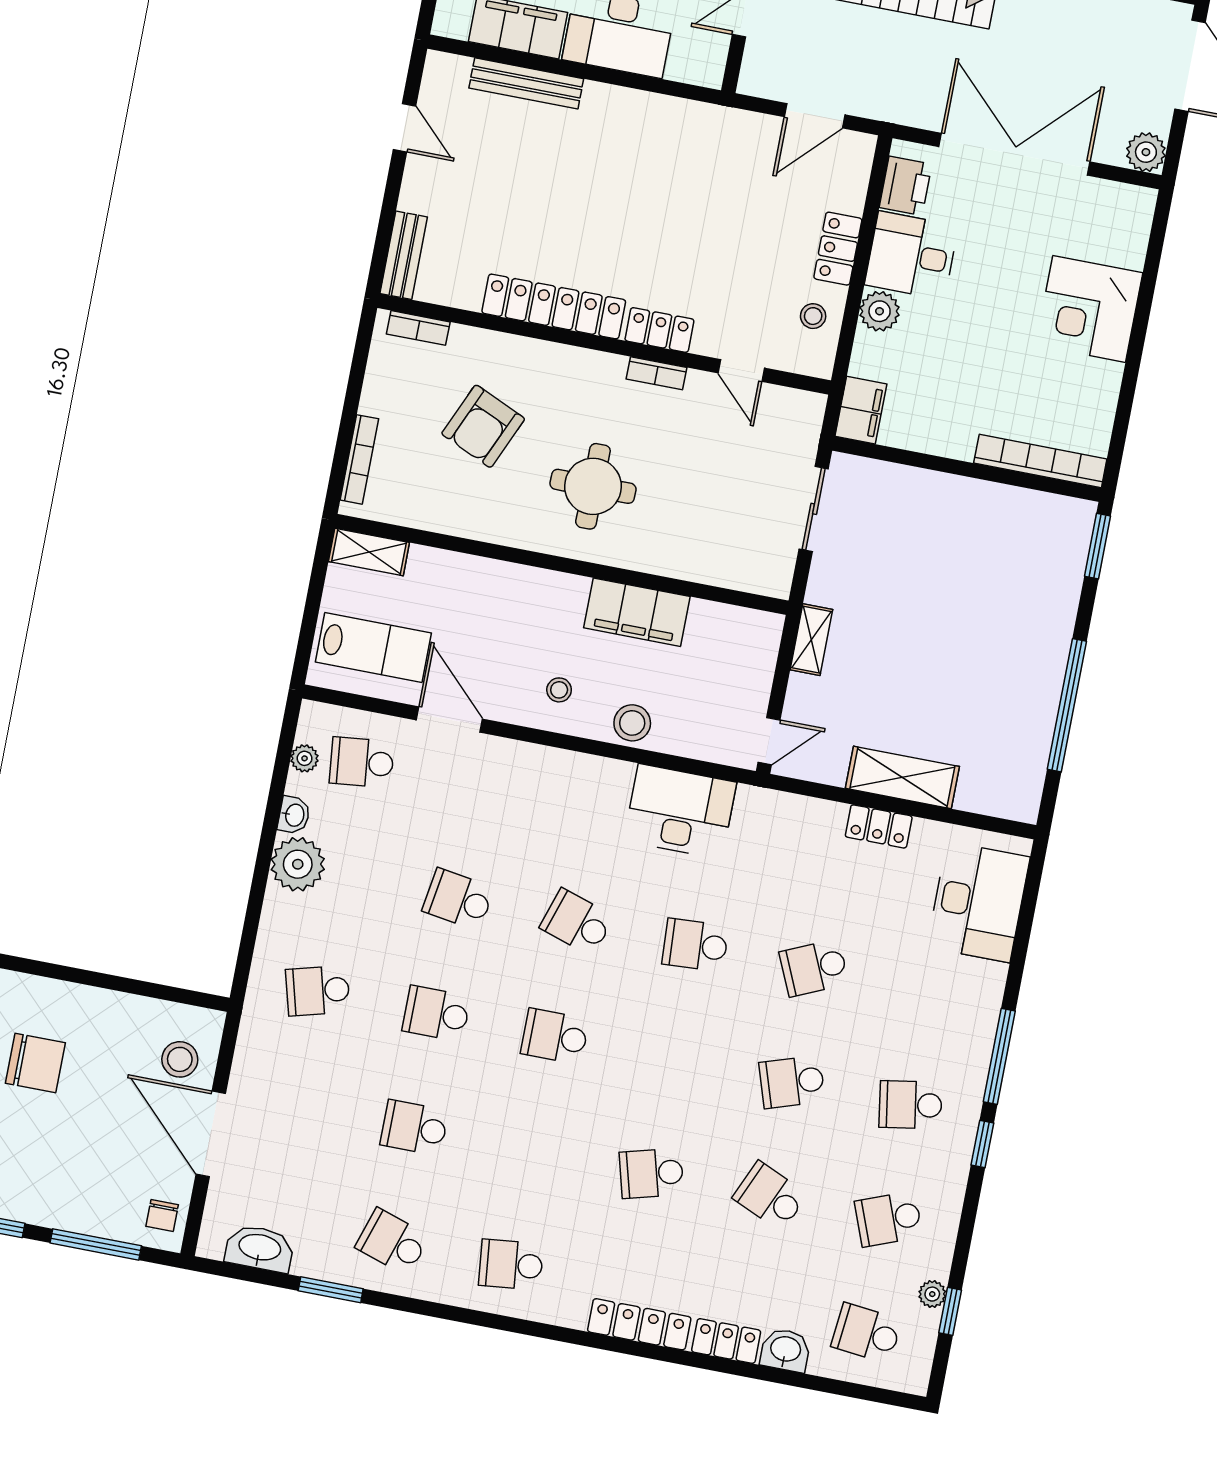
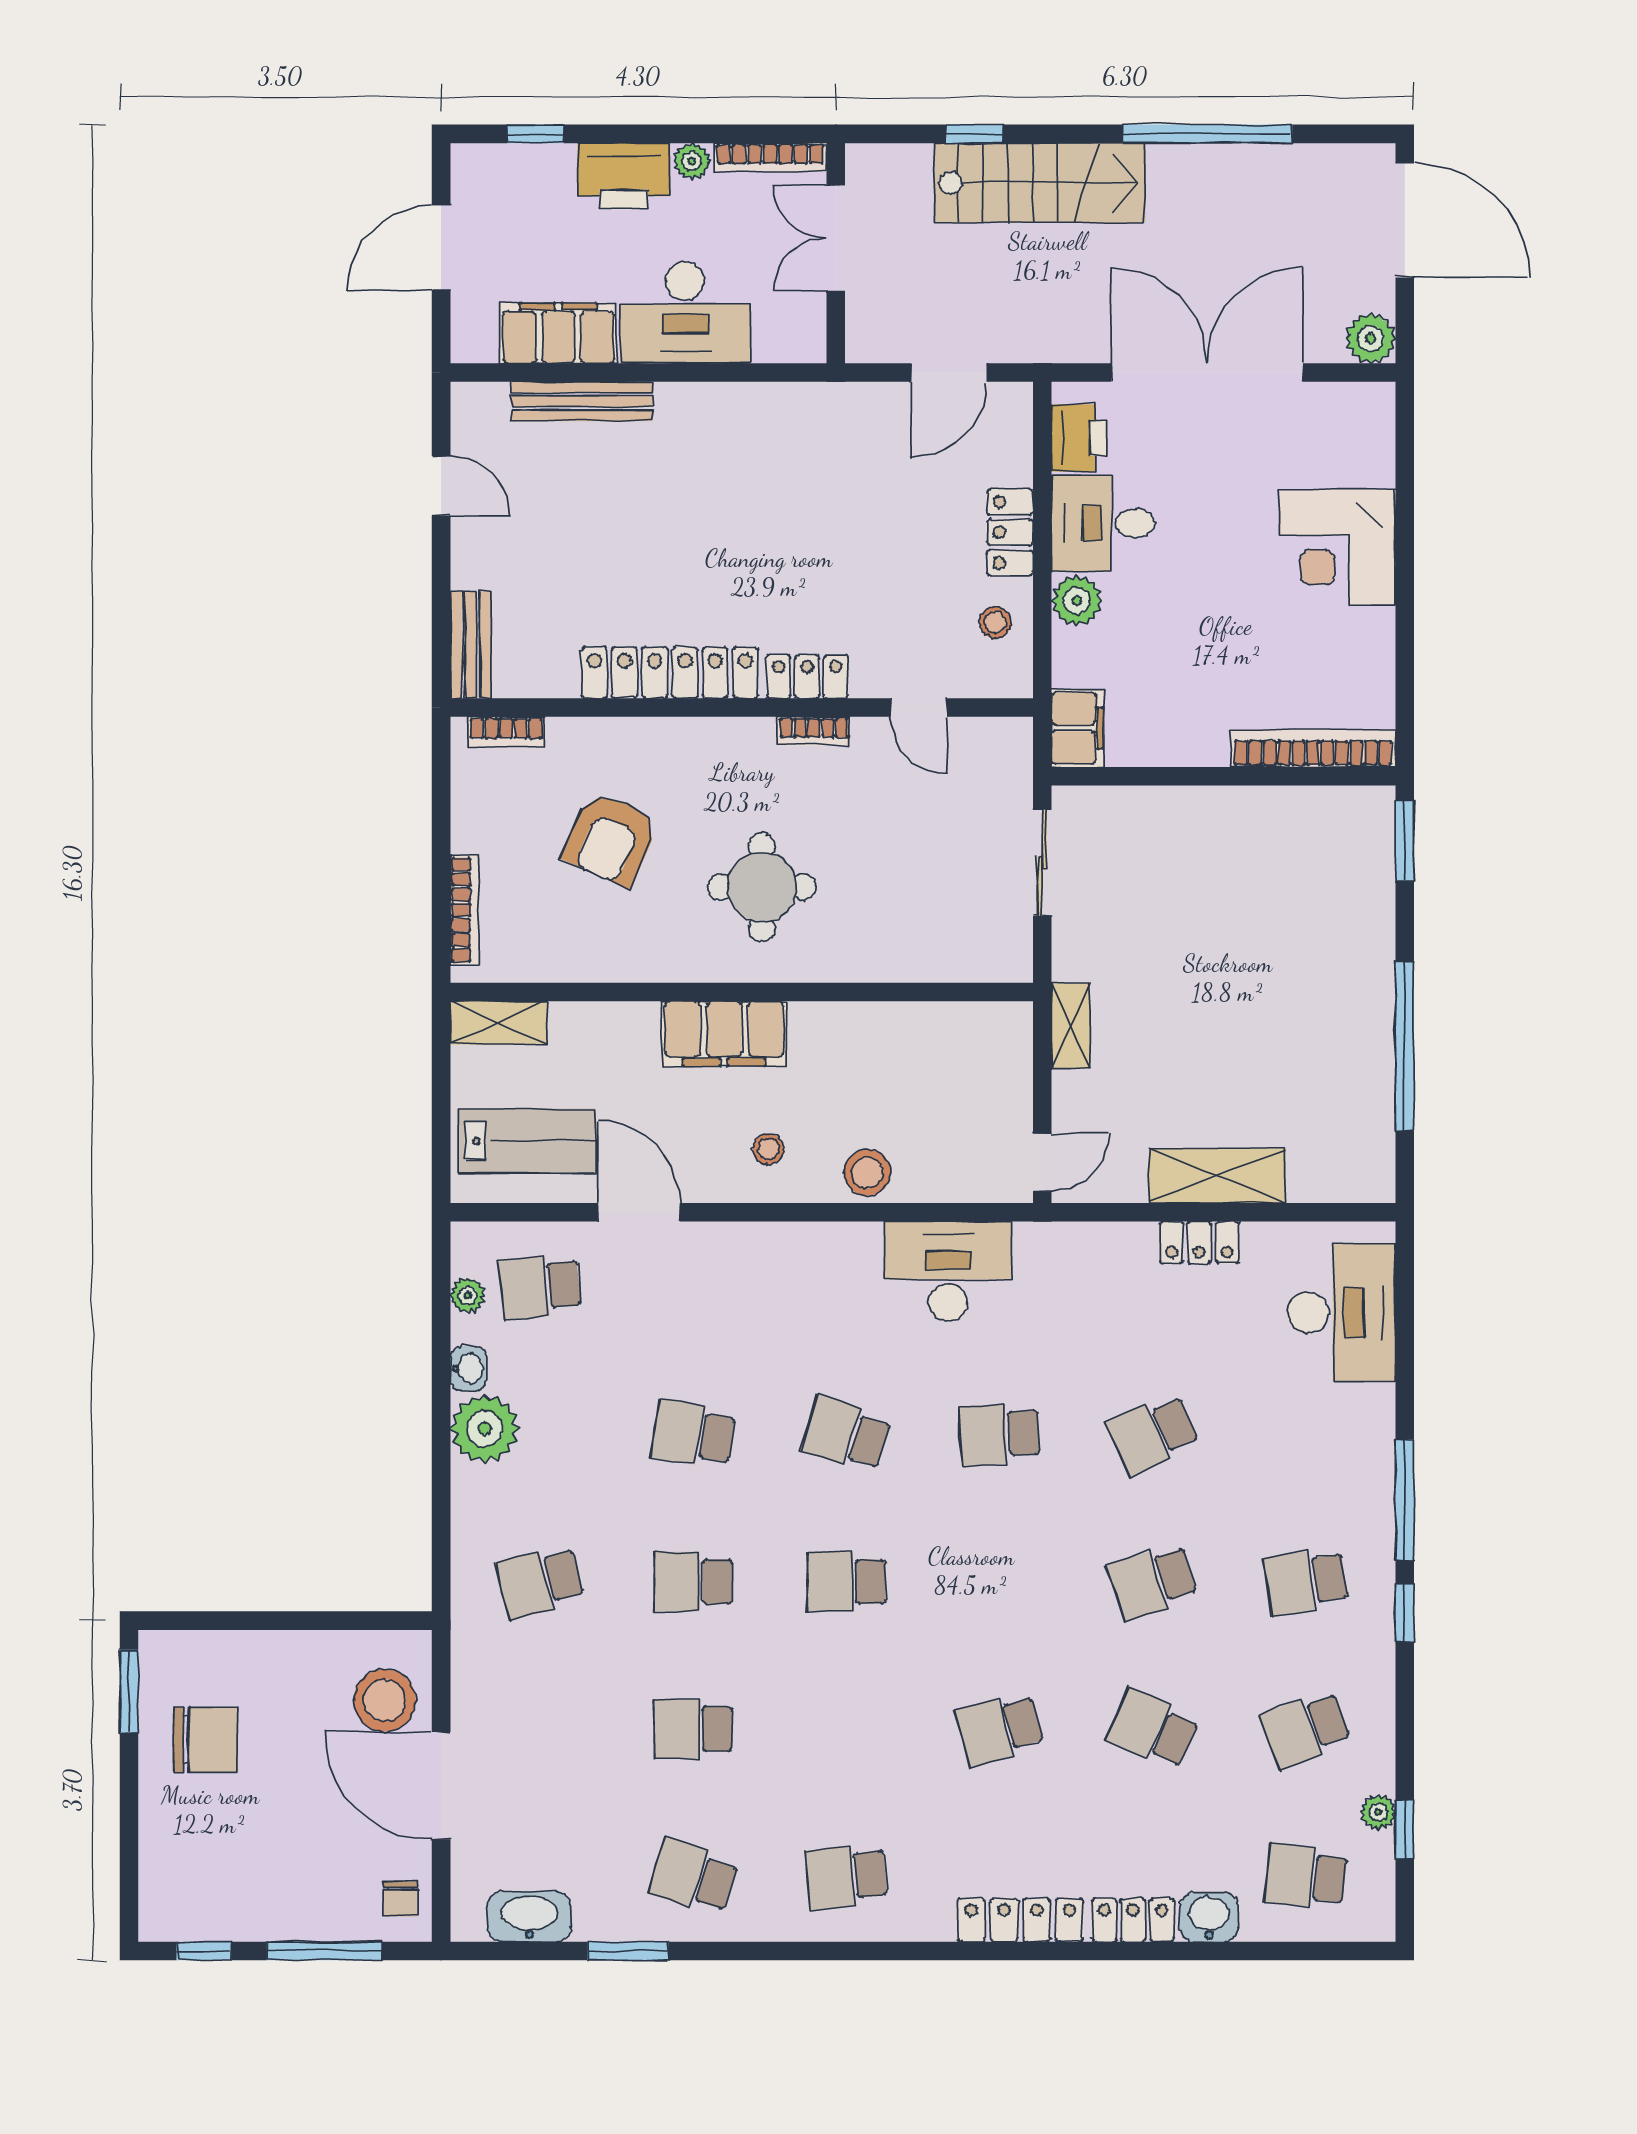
filing cabinet: (637, 612) -> (724, 1034), moved
stool: (180, 1059) -> (385, 1700), width x1.38, depth x1.38

